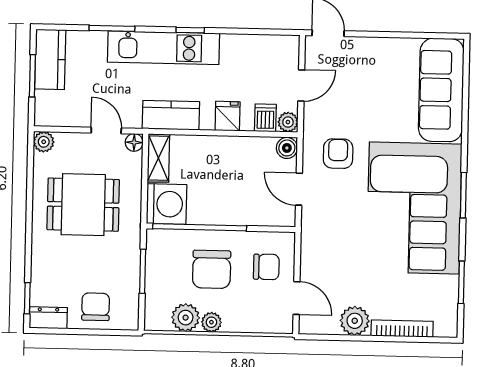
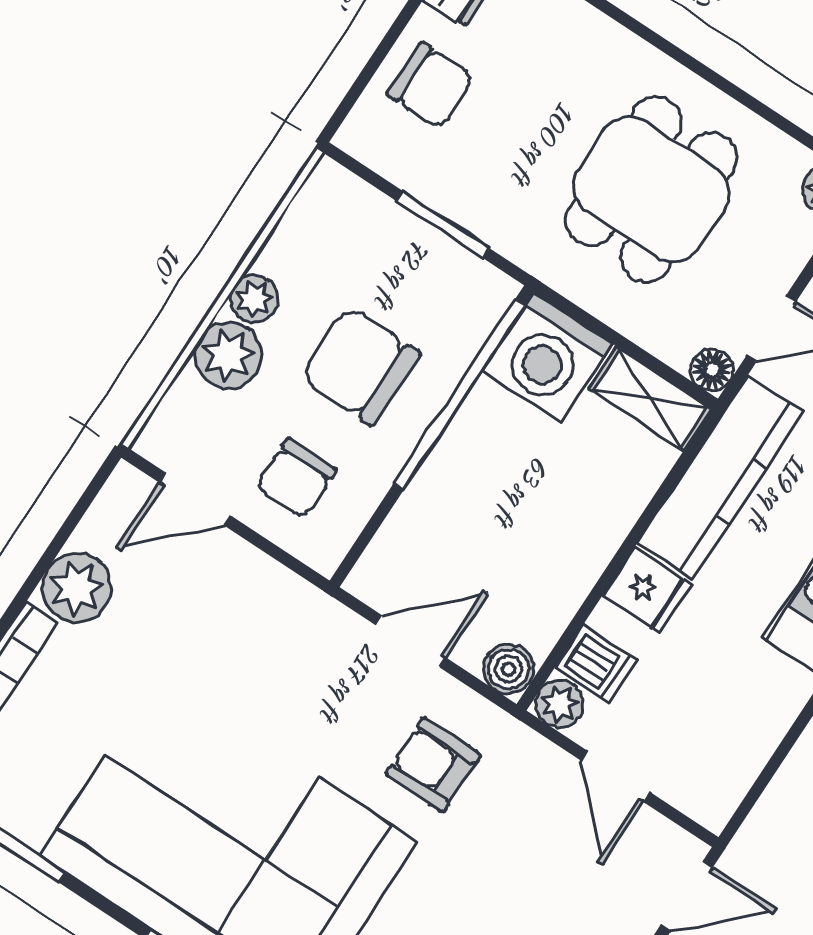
kitchen counter: (171, 115) -> (720, 478), width x1.50
armchair: (338, 154) -> (433, 765), turned 180
plant: (186, 318) -> (228, 355), moved

